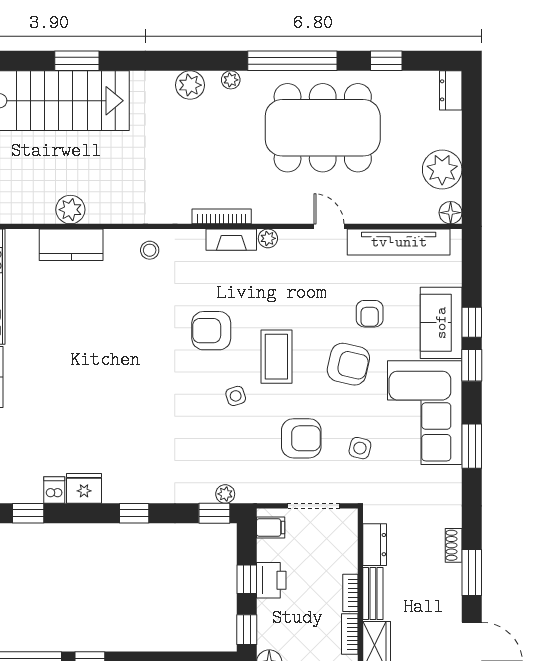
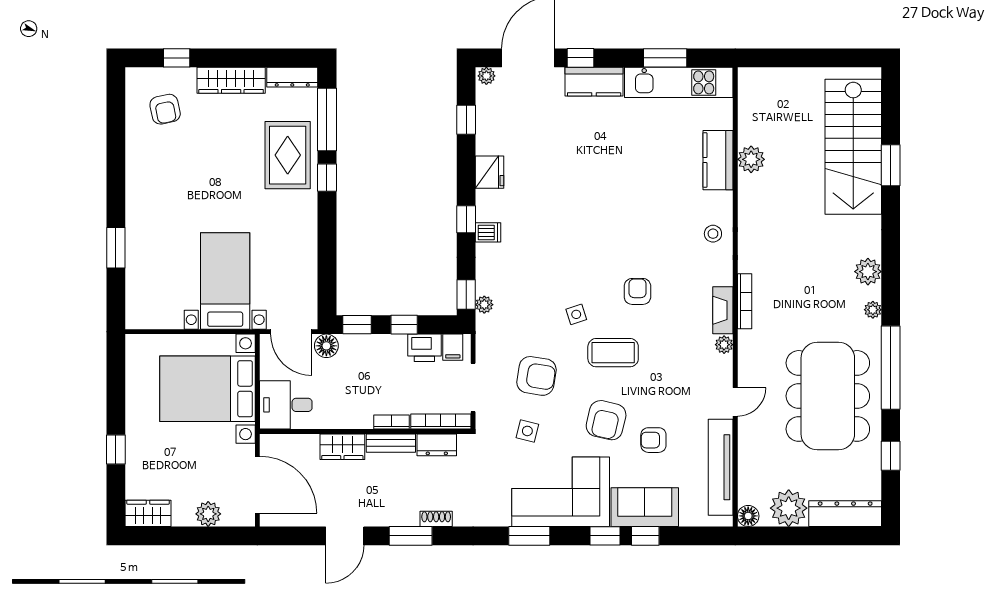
dresser: (451, 90) -> (845, 514), width x1.96, depth x1.24
armchair: (211, 331) -> (637, 291), width x0.72, depth x0.72
armchair: (301, 438) -> (536, 376), turned -81
dishwasher: (54, 490) -> (488, 232), moved
printer: (271, 580) -> (424, 348), moved
bookcase: (350, 634) -> (441, 421), moved, width x1.56

